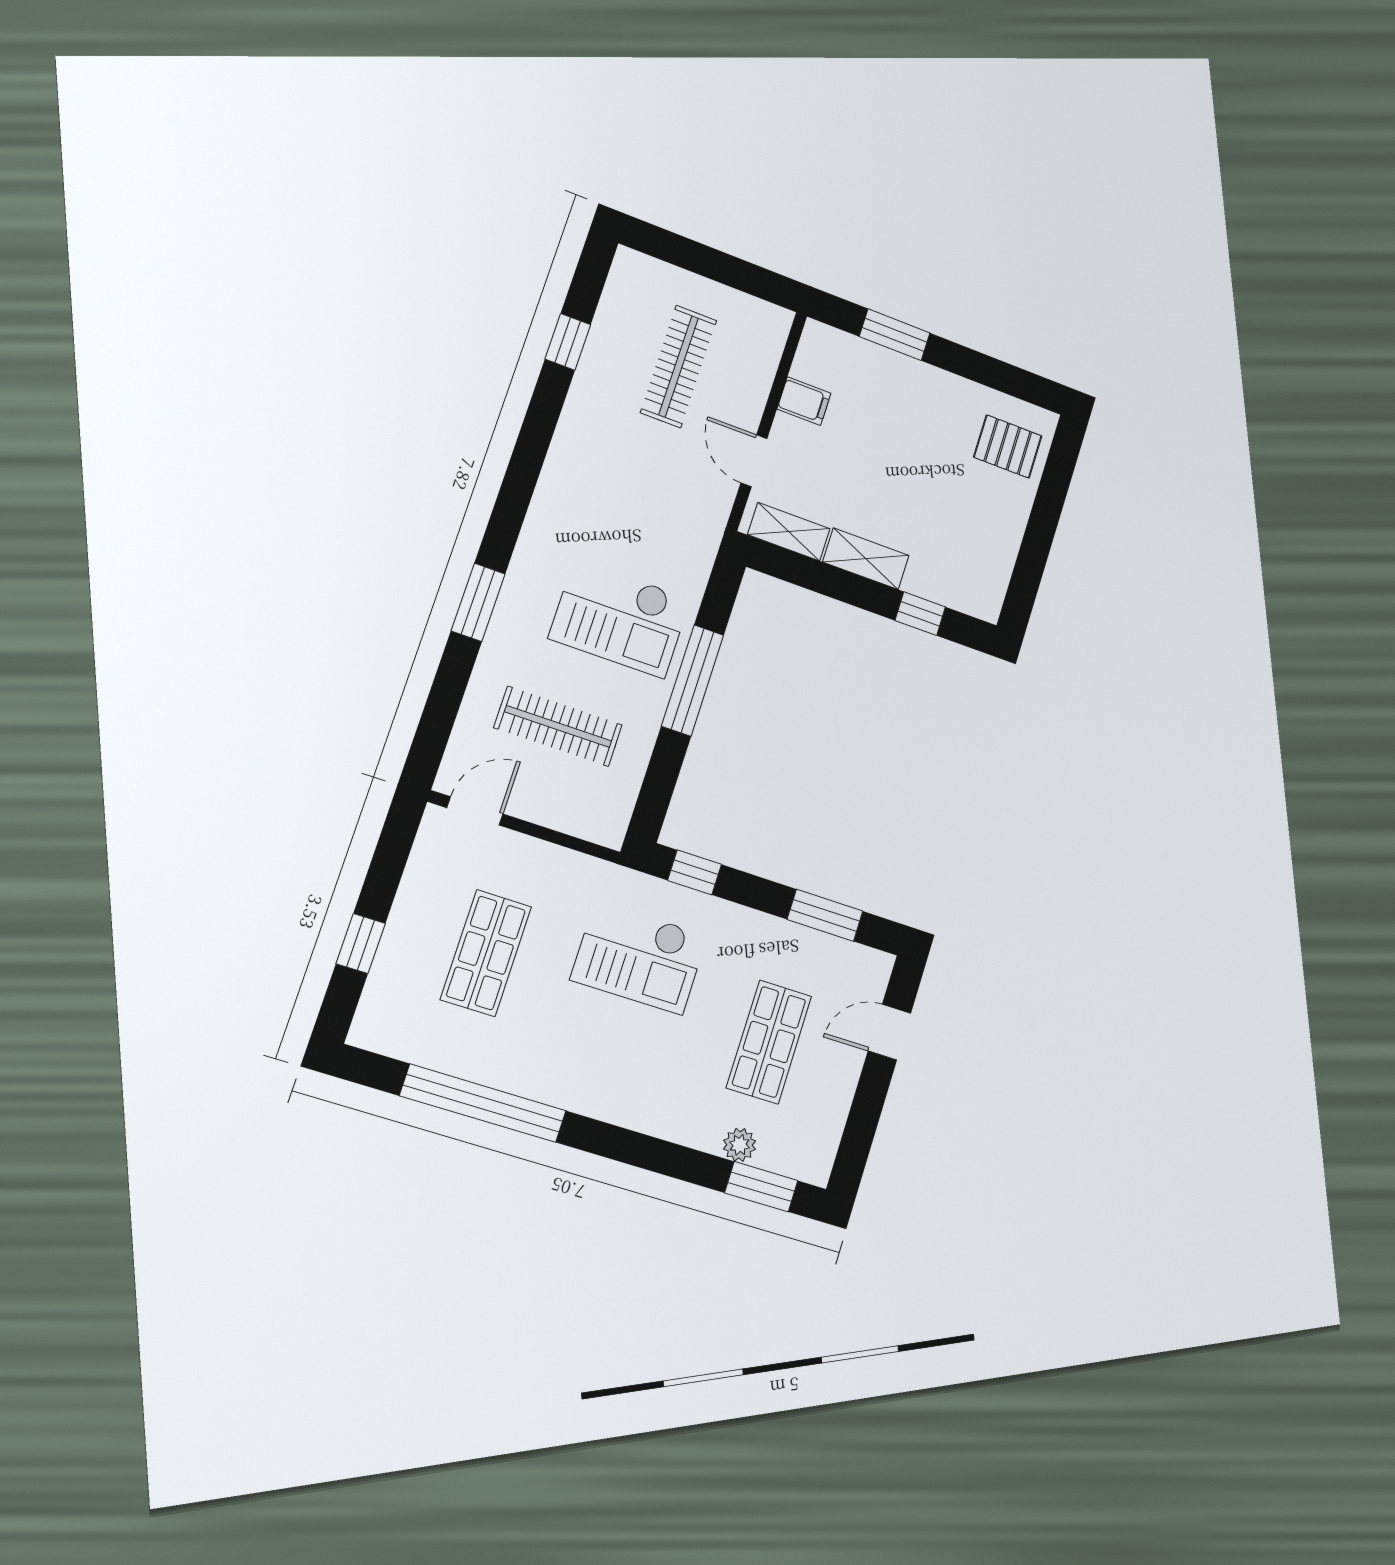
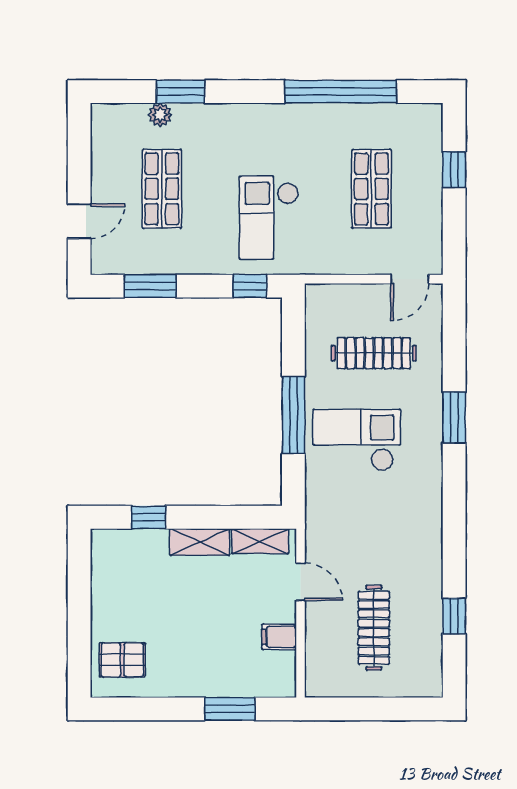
checkout: (639, 957) -> (269, 218), turned -90
window: (761, 1187) -> (180, 92), moved

